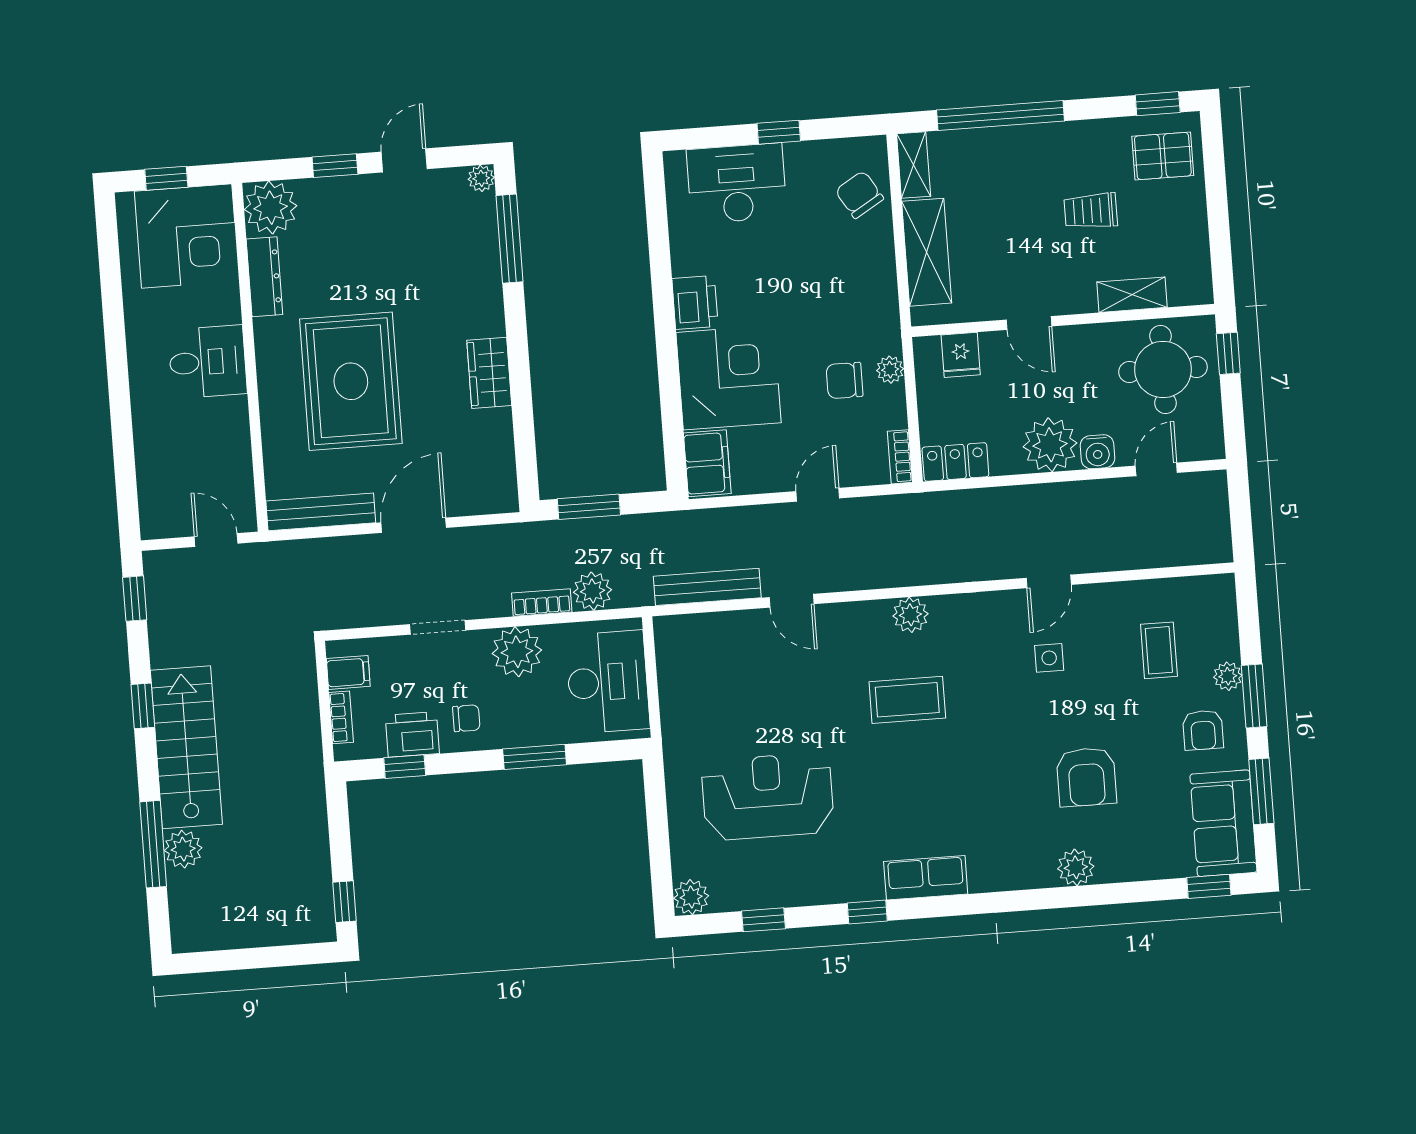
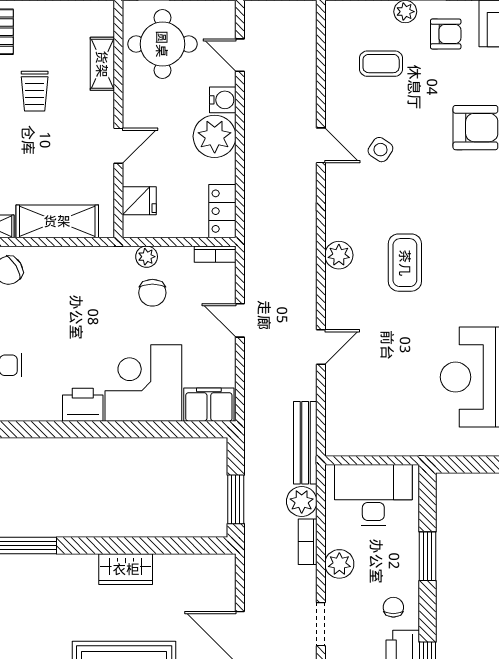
bench: (707, 587) -> (305, 443), moved
plant: (517, 652) -> (339, 564), width x0.73, depth x0.73
side table: (1049, 658) -> (380, 150), turned 34

